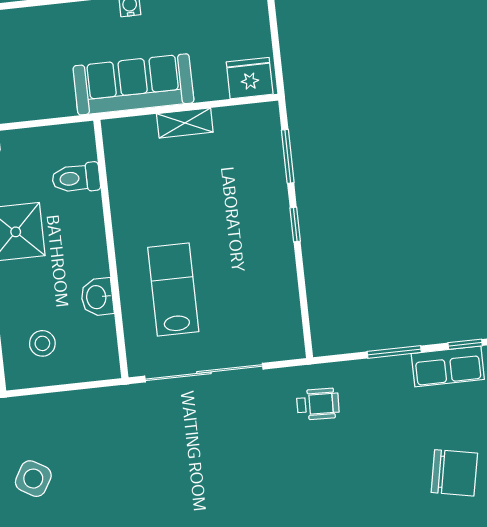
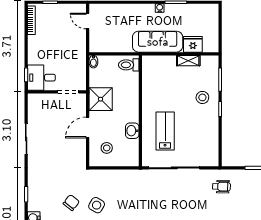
fridge: (250, 78) -> (193, 44), moved
shelving: (185, 123) -> (188, 61), moved
toilet: (76, 178) -> (129, 65), moved
stool: (251, 202) -> (202, 97), added

